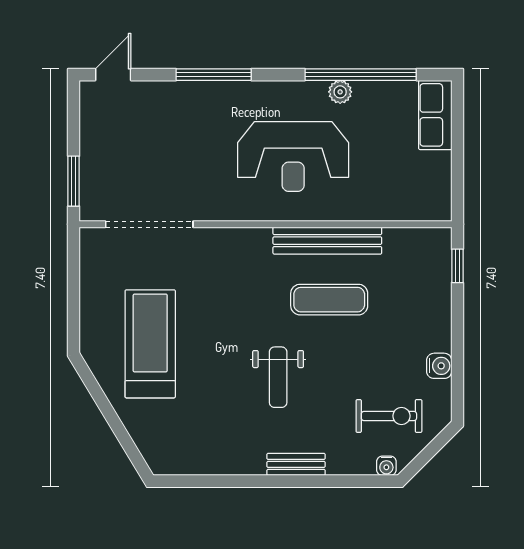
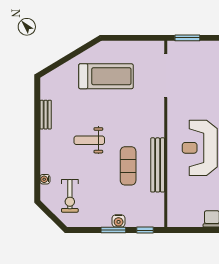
window: (457, 329) -> (113, 230), added
water cooler: (439, 366) -> (119, 221), moved
bench: (296, 464) -> (46, 115), moved
water cooler: (386, 466) -> (45, 179), moved

